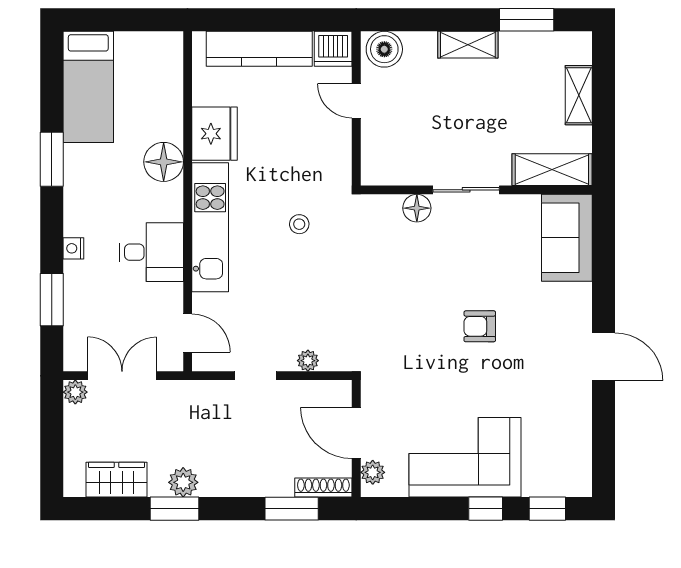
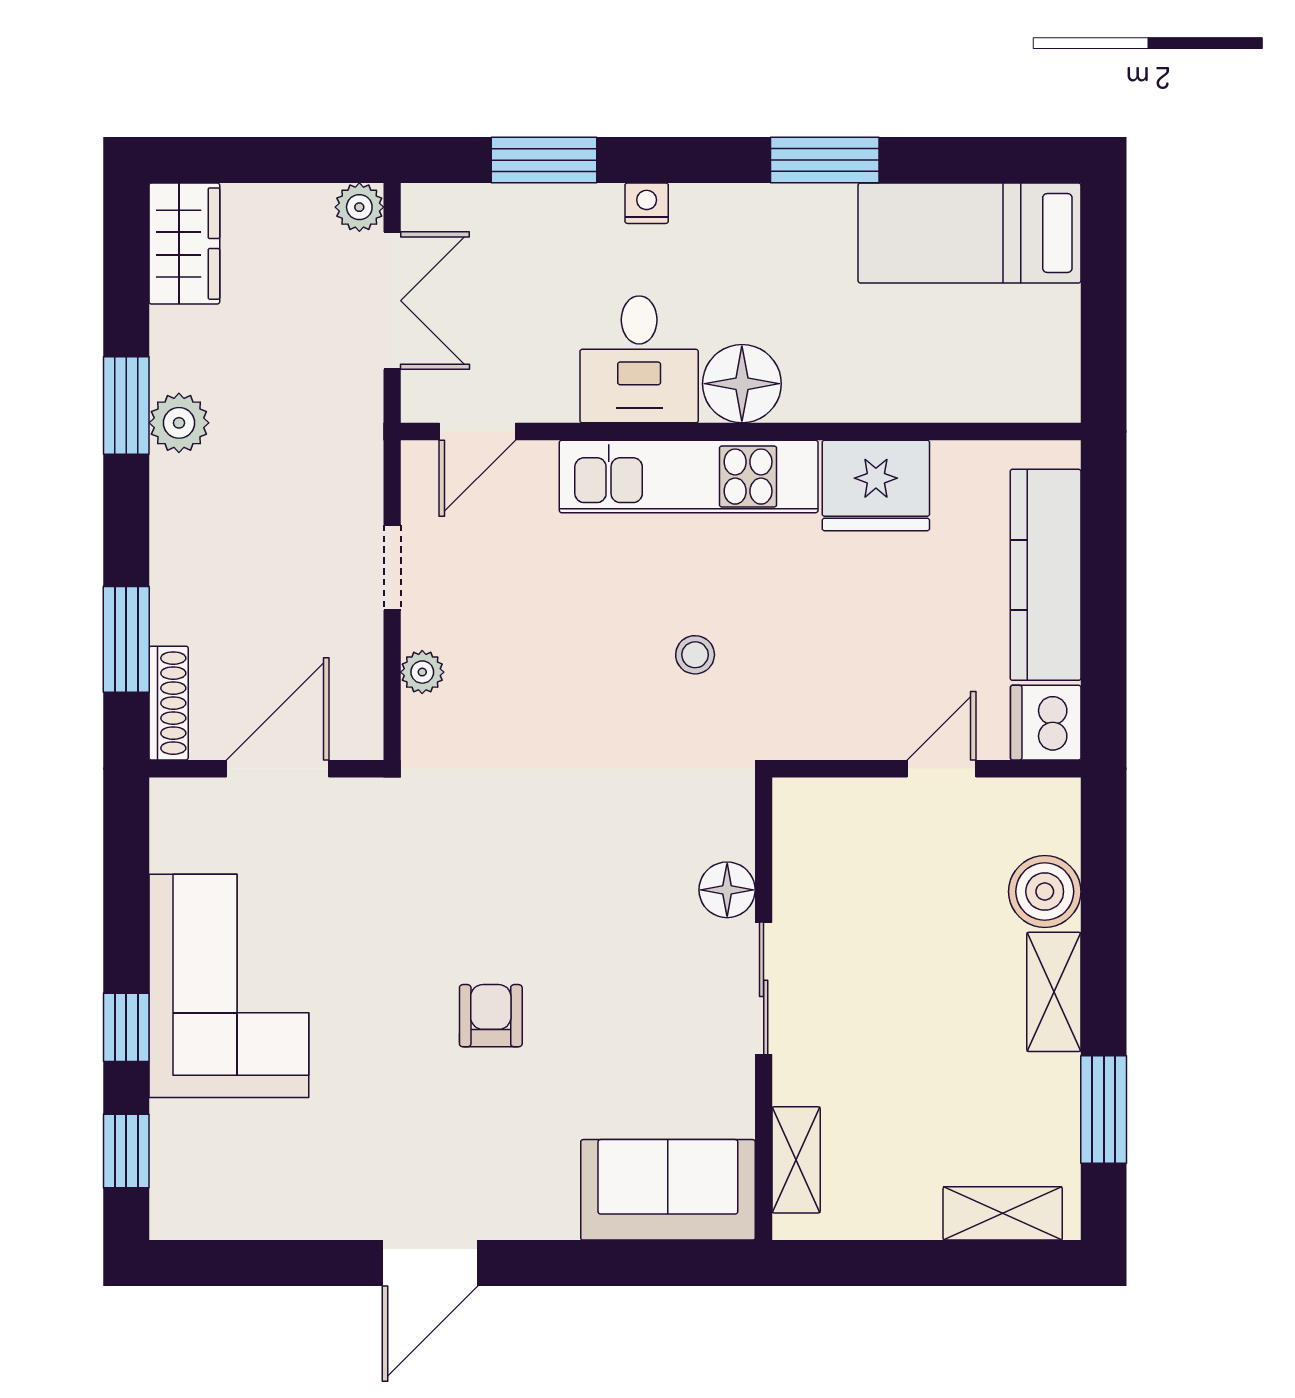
boiler: (384, 49) -> (1045, 892), moved
shelving: (579, 95) -> (1003, 1213), moved
floor lamp: (164, 162) -> (742, 384), moved
shelving: (552, 170) -> (796, 1160), width x0.67, depth x0.75
plant: (373, 472) -> (199, 802), removed
wardrobe: (116, 480) -> (184, 244), moved

